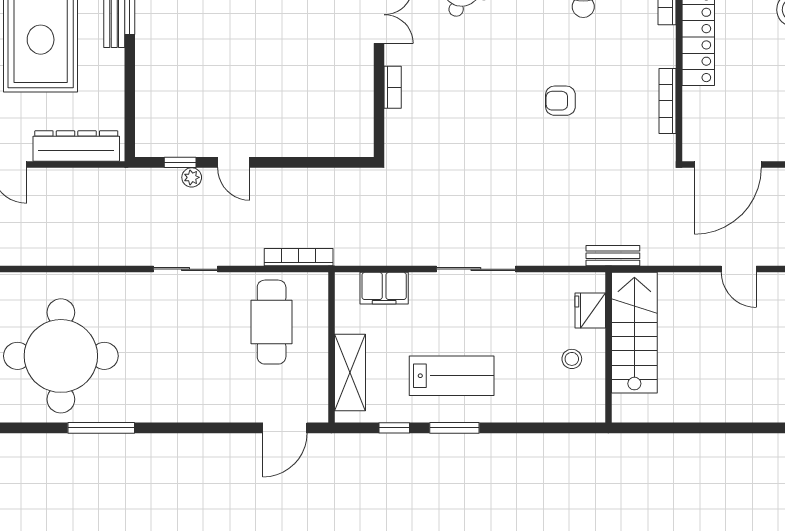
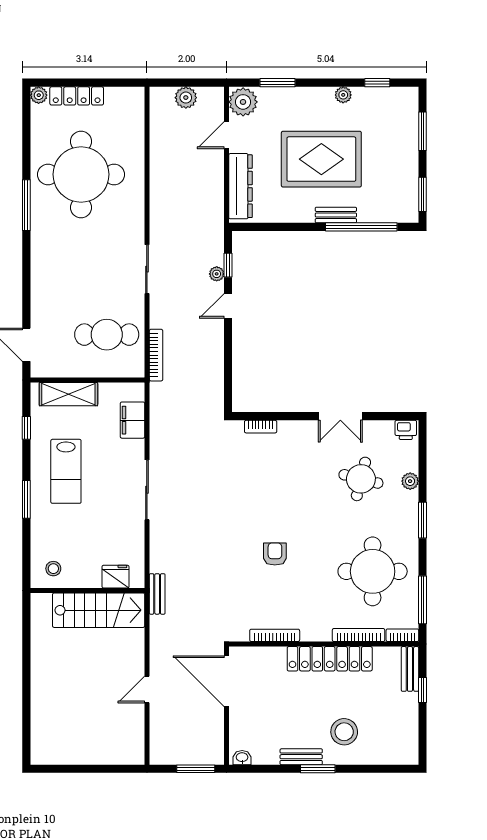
bookcase: (393, 87) -> (261, 427), moved
stool: (572, 359) -> (53, 569), moved
window: (454, 428) -> (26, 499), moved

